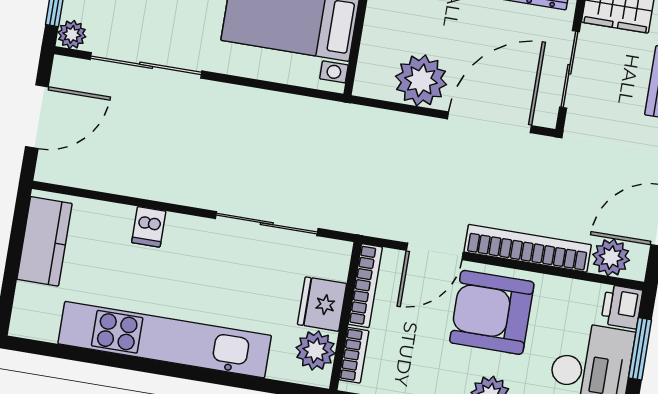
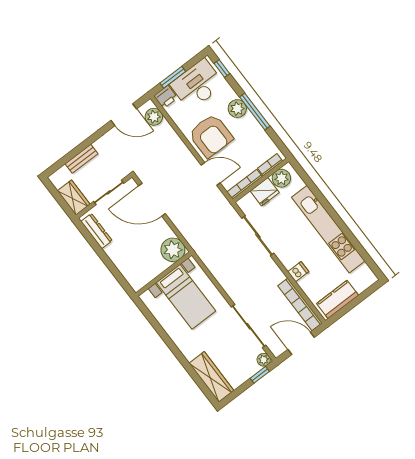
plant: (421, 80) -> (173, 250), moved
bookcase: (528, 248) -> (300, 304), moved

